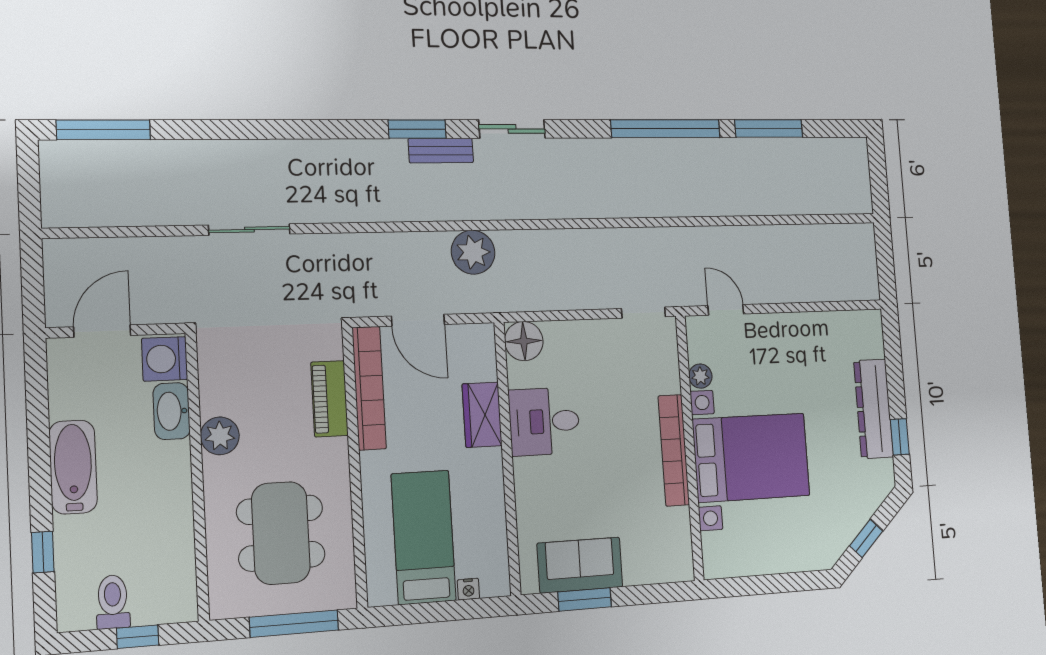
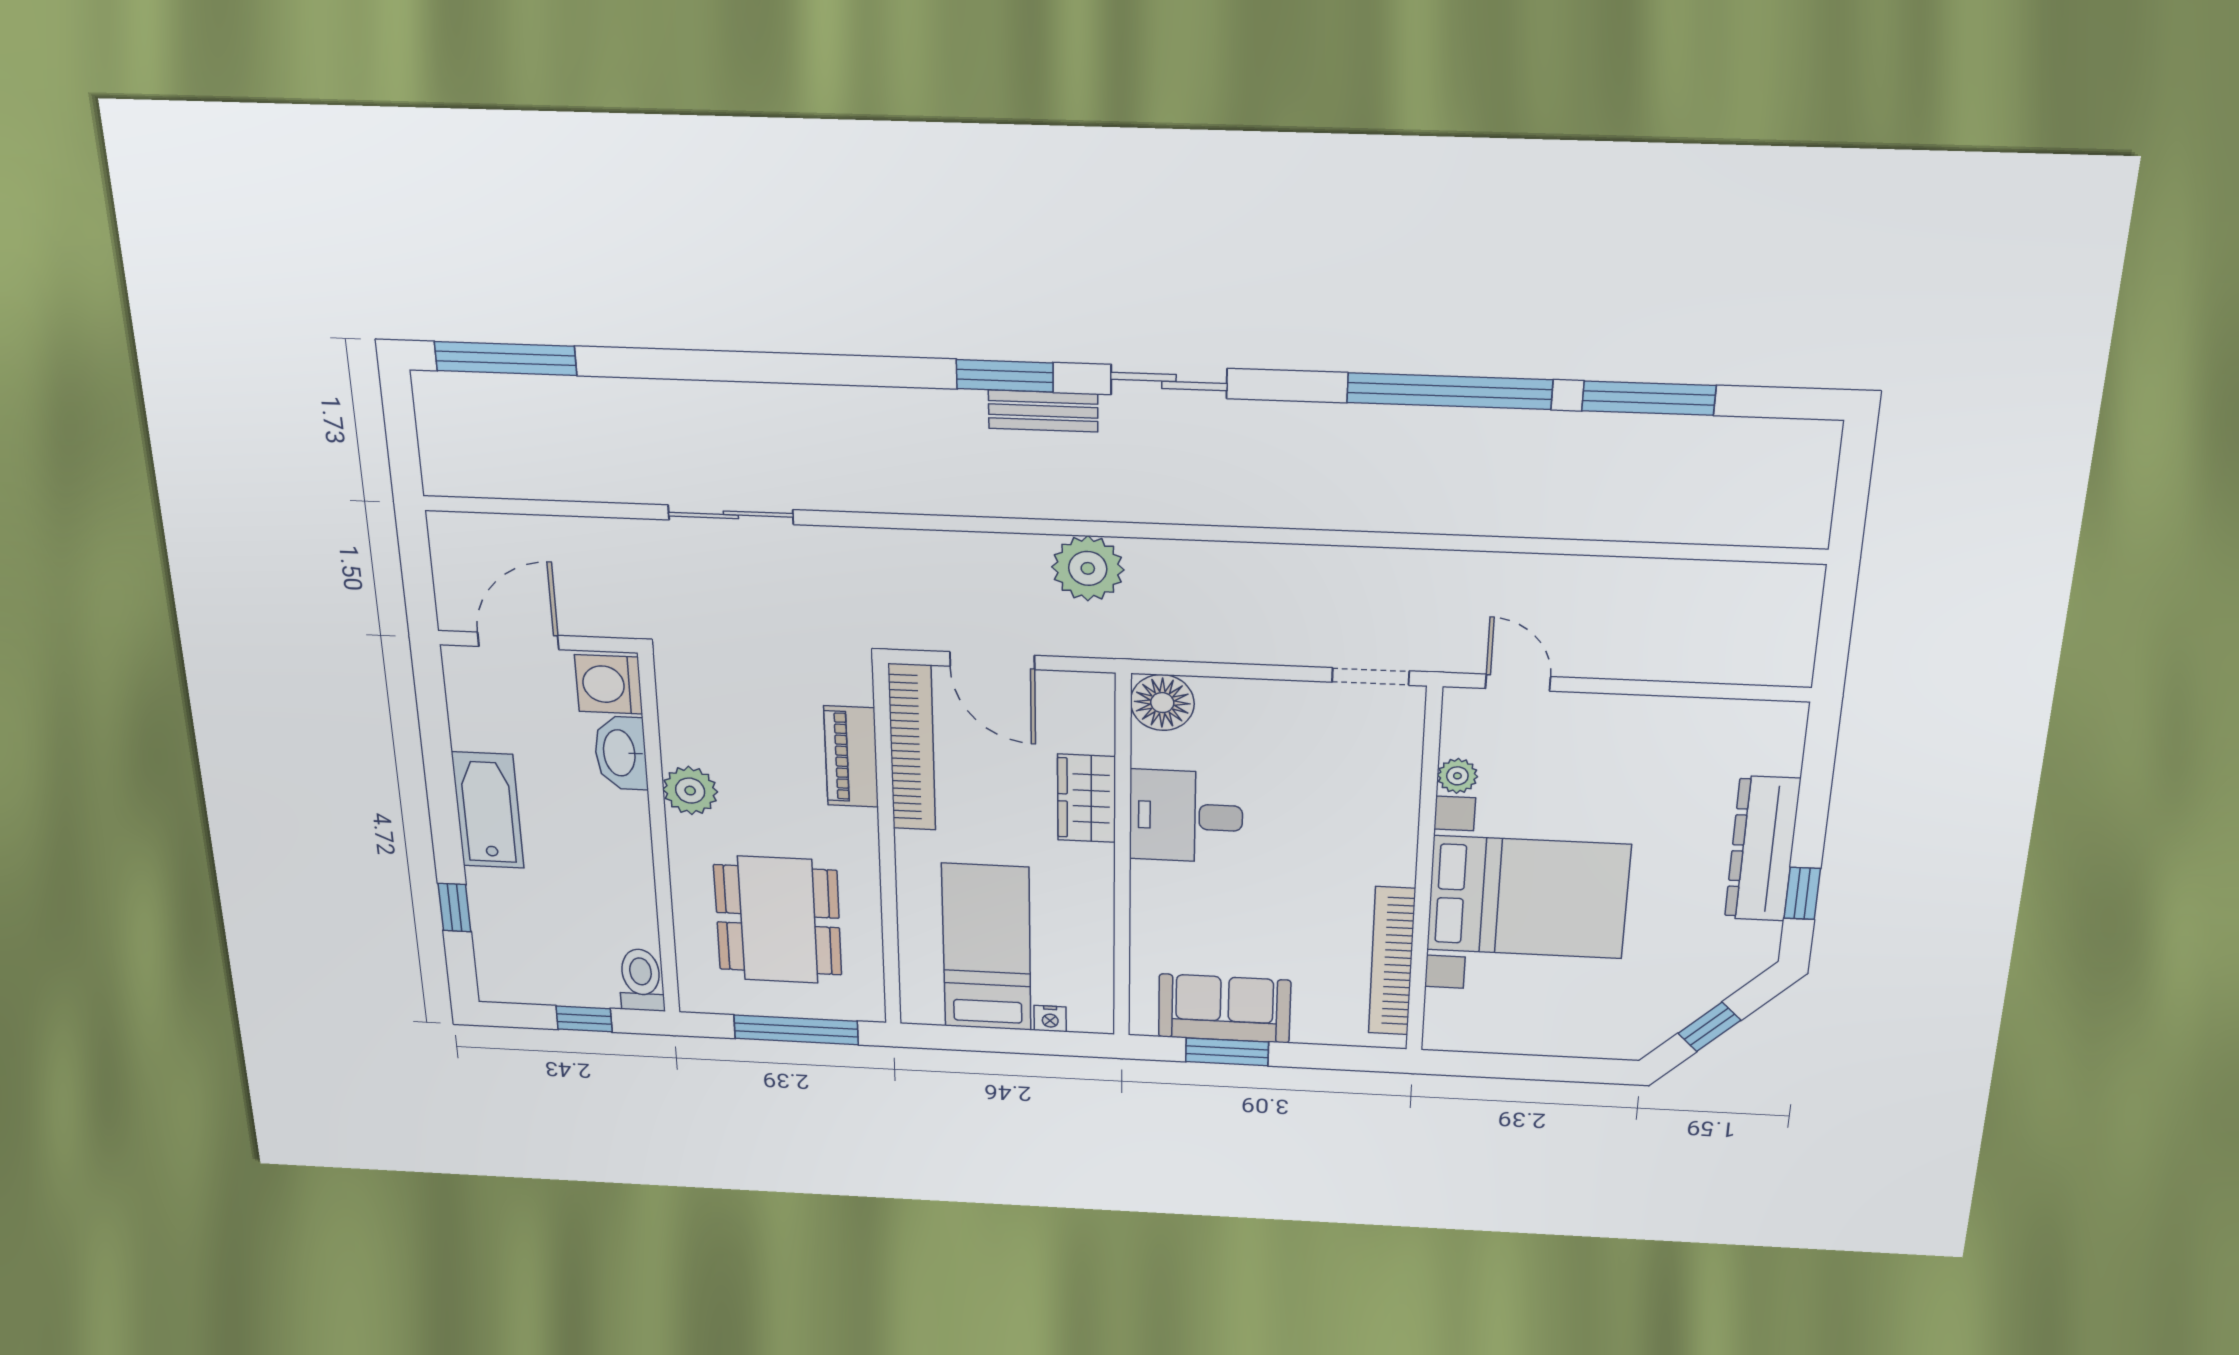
bookcase: (674, 450) -> (1392, 961), moved
toilet: (113, 602) -> (641, 980), moved

